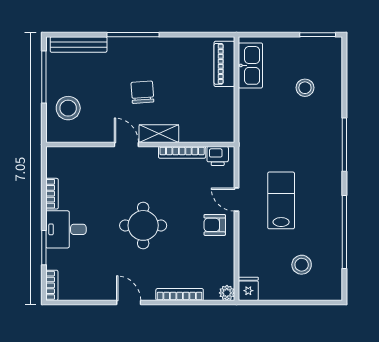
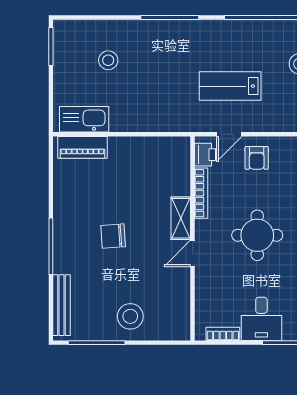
shelving: (159, 134) -> (181, 218), moved
door: (126, 144) -> (193, 253), moved
wall: (140, 144) -> (193, 238), moved
bookcase: (182, 152) -> (201, 193), moved
printer: (218, 156) -> (205, 155), moved

